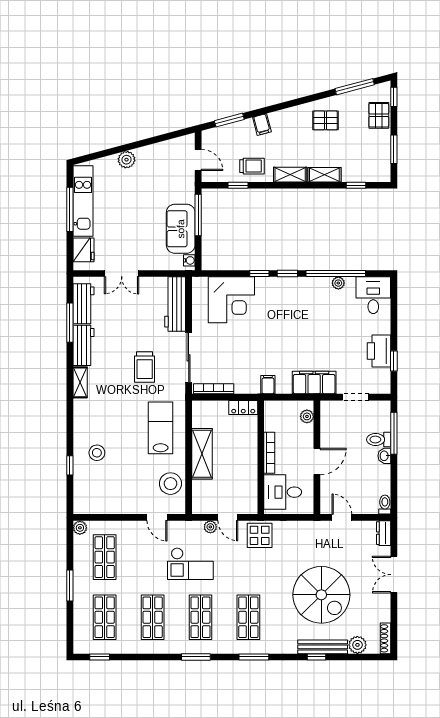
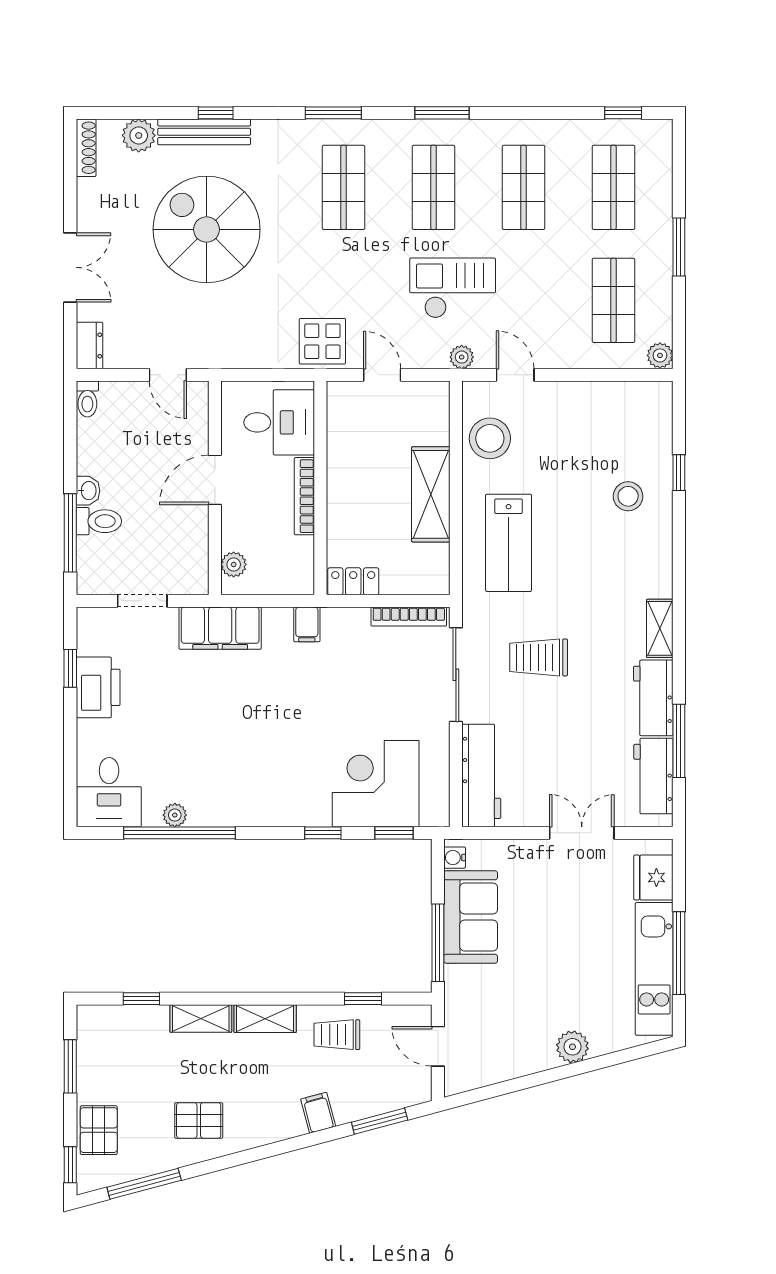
window: (287, 274) -> (394, 833), moved
trolley: (145, 367) -> (539, 657), turned -90
plant: (210, 527) -> (462, 357), moved

